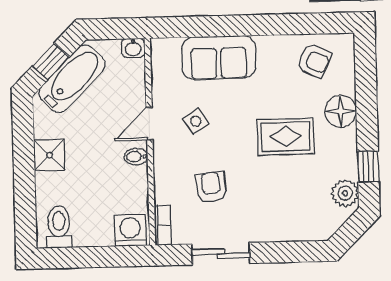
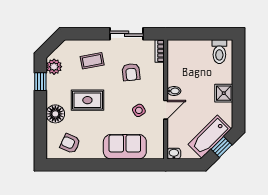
coffee table: (279, 205) -> (92, 61), added
washing machine: (130, 230) -> (178, 49), removed

